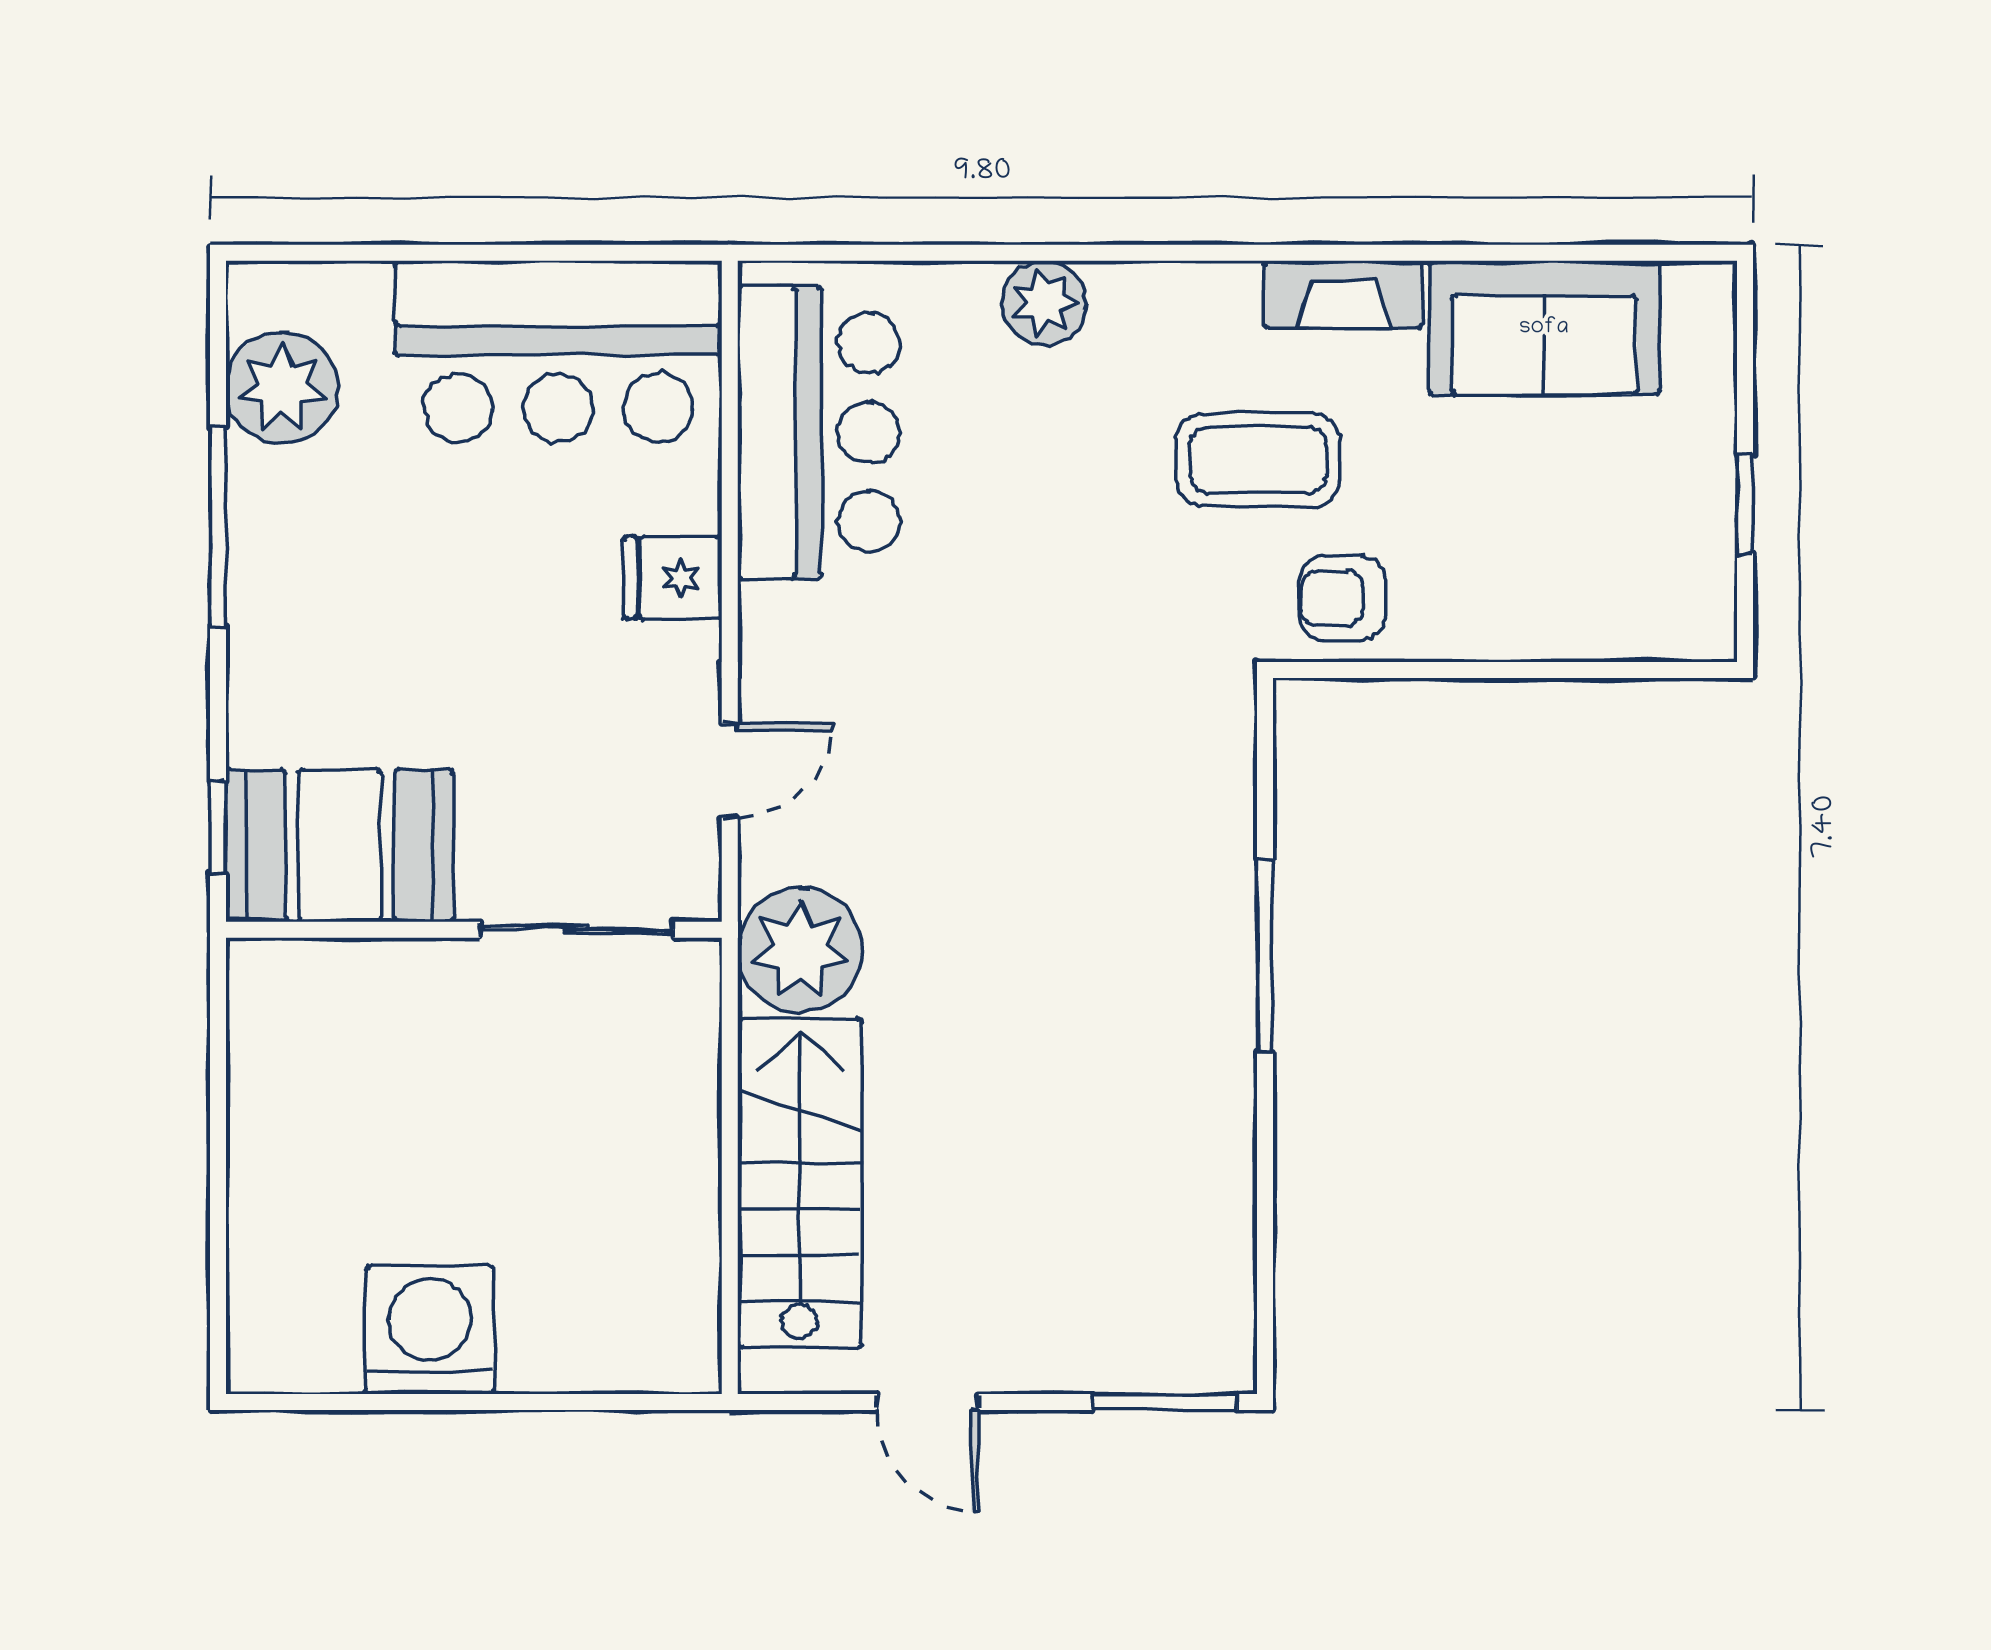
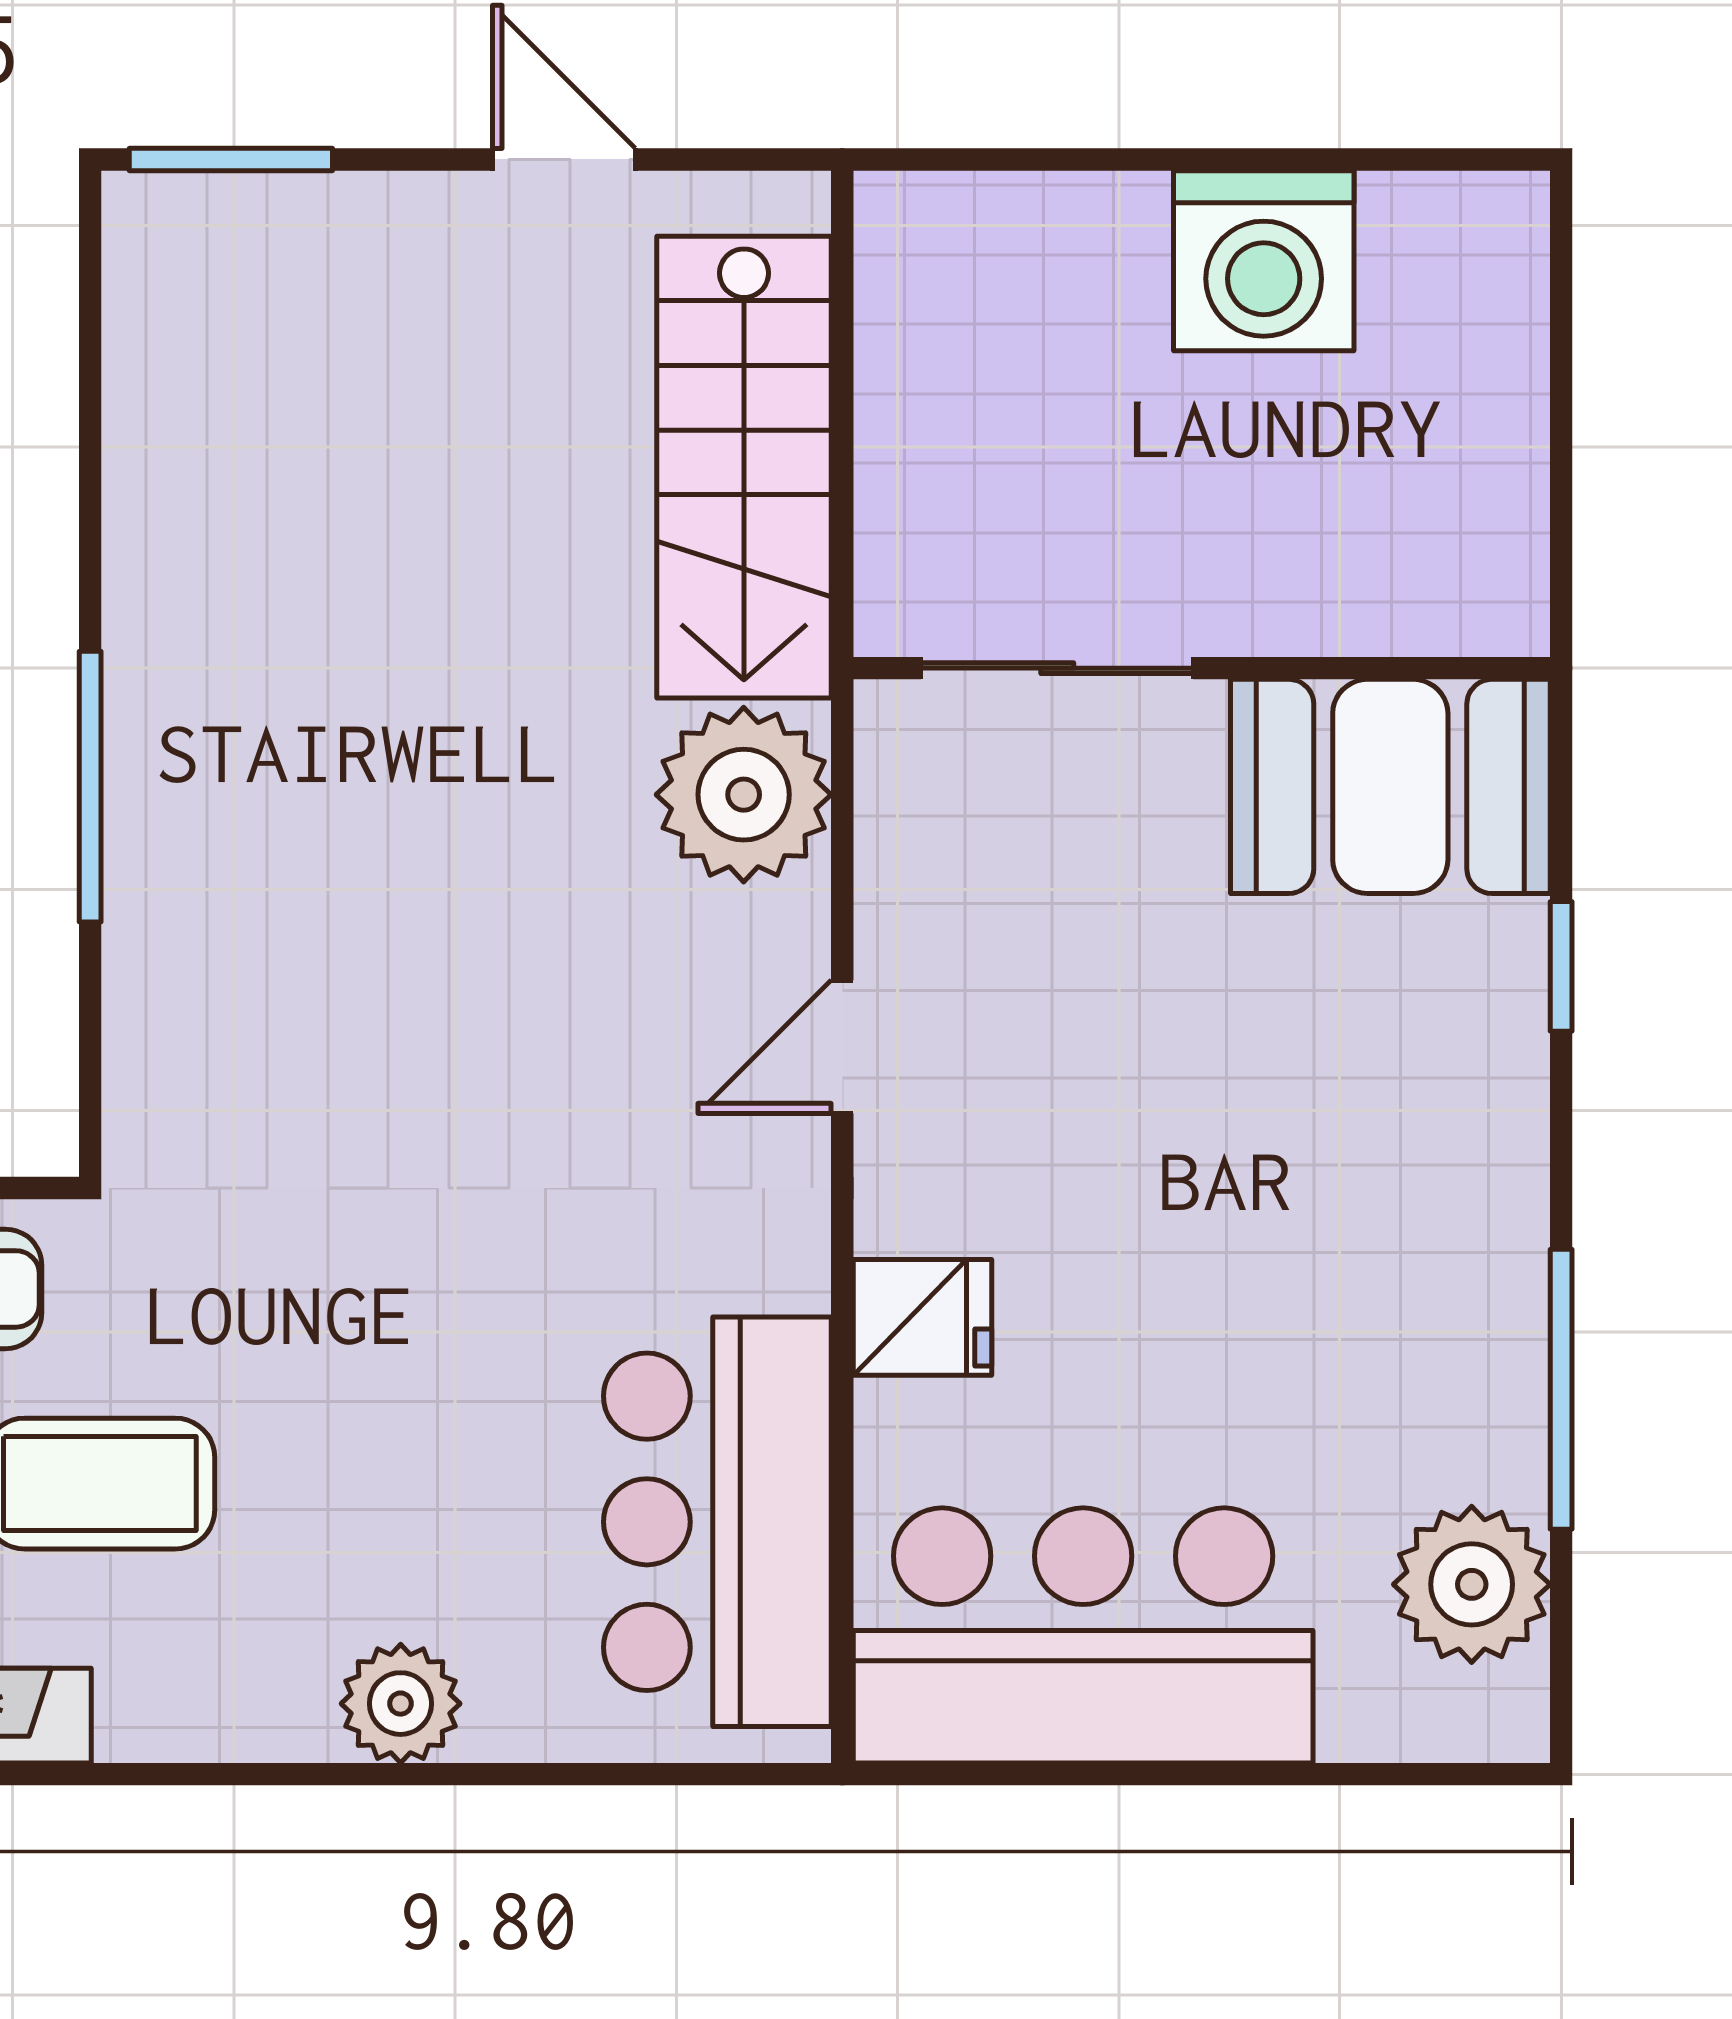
booth: (340, 846) -> (1390, 786), moved
wall: (474, 930) -> (1202, 668), moved
sliding door: (577, 930) -> (1057, 668), moved

